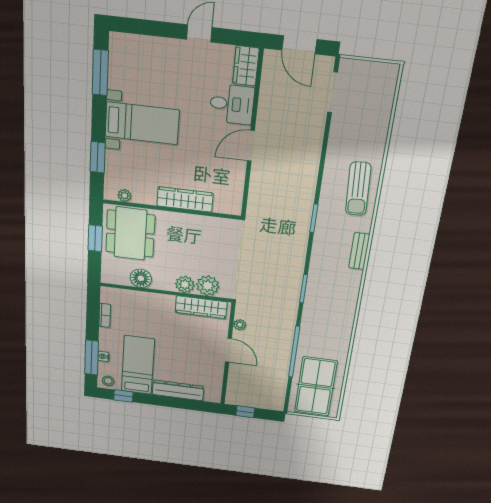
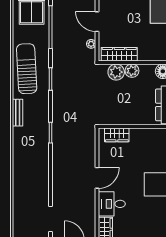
sun lounger: (358, 189) -> (27, 69), moved, width x1.36, depth x1.34
wardrobe: (185, 199) -> (117, 135), moved, width x0.67

